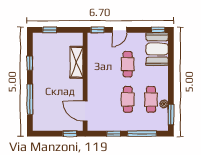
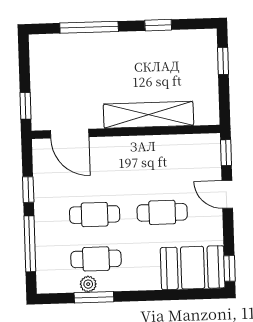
shelving: (77, 62) -> (148, 115), width x1.47
door: (85, 111) -> (70, 134), swing flipped
window: (171, 115) -> (94, 297), moved

